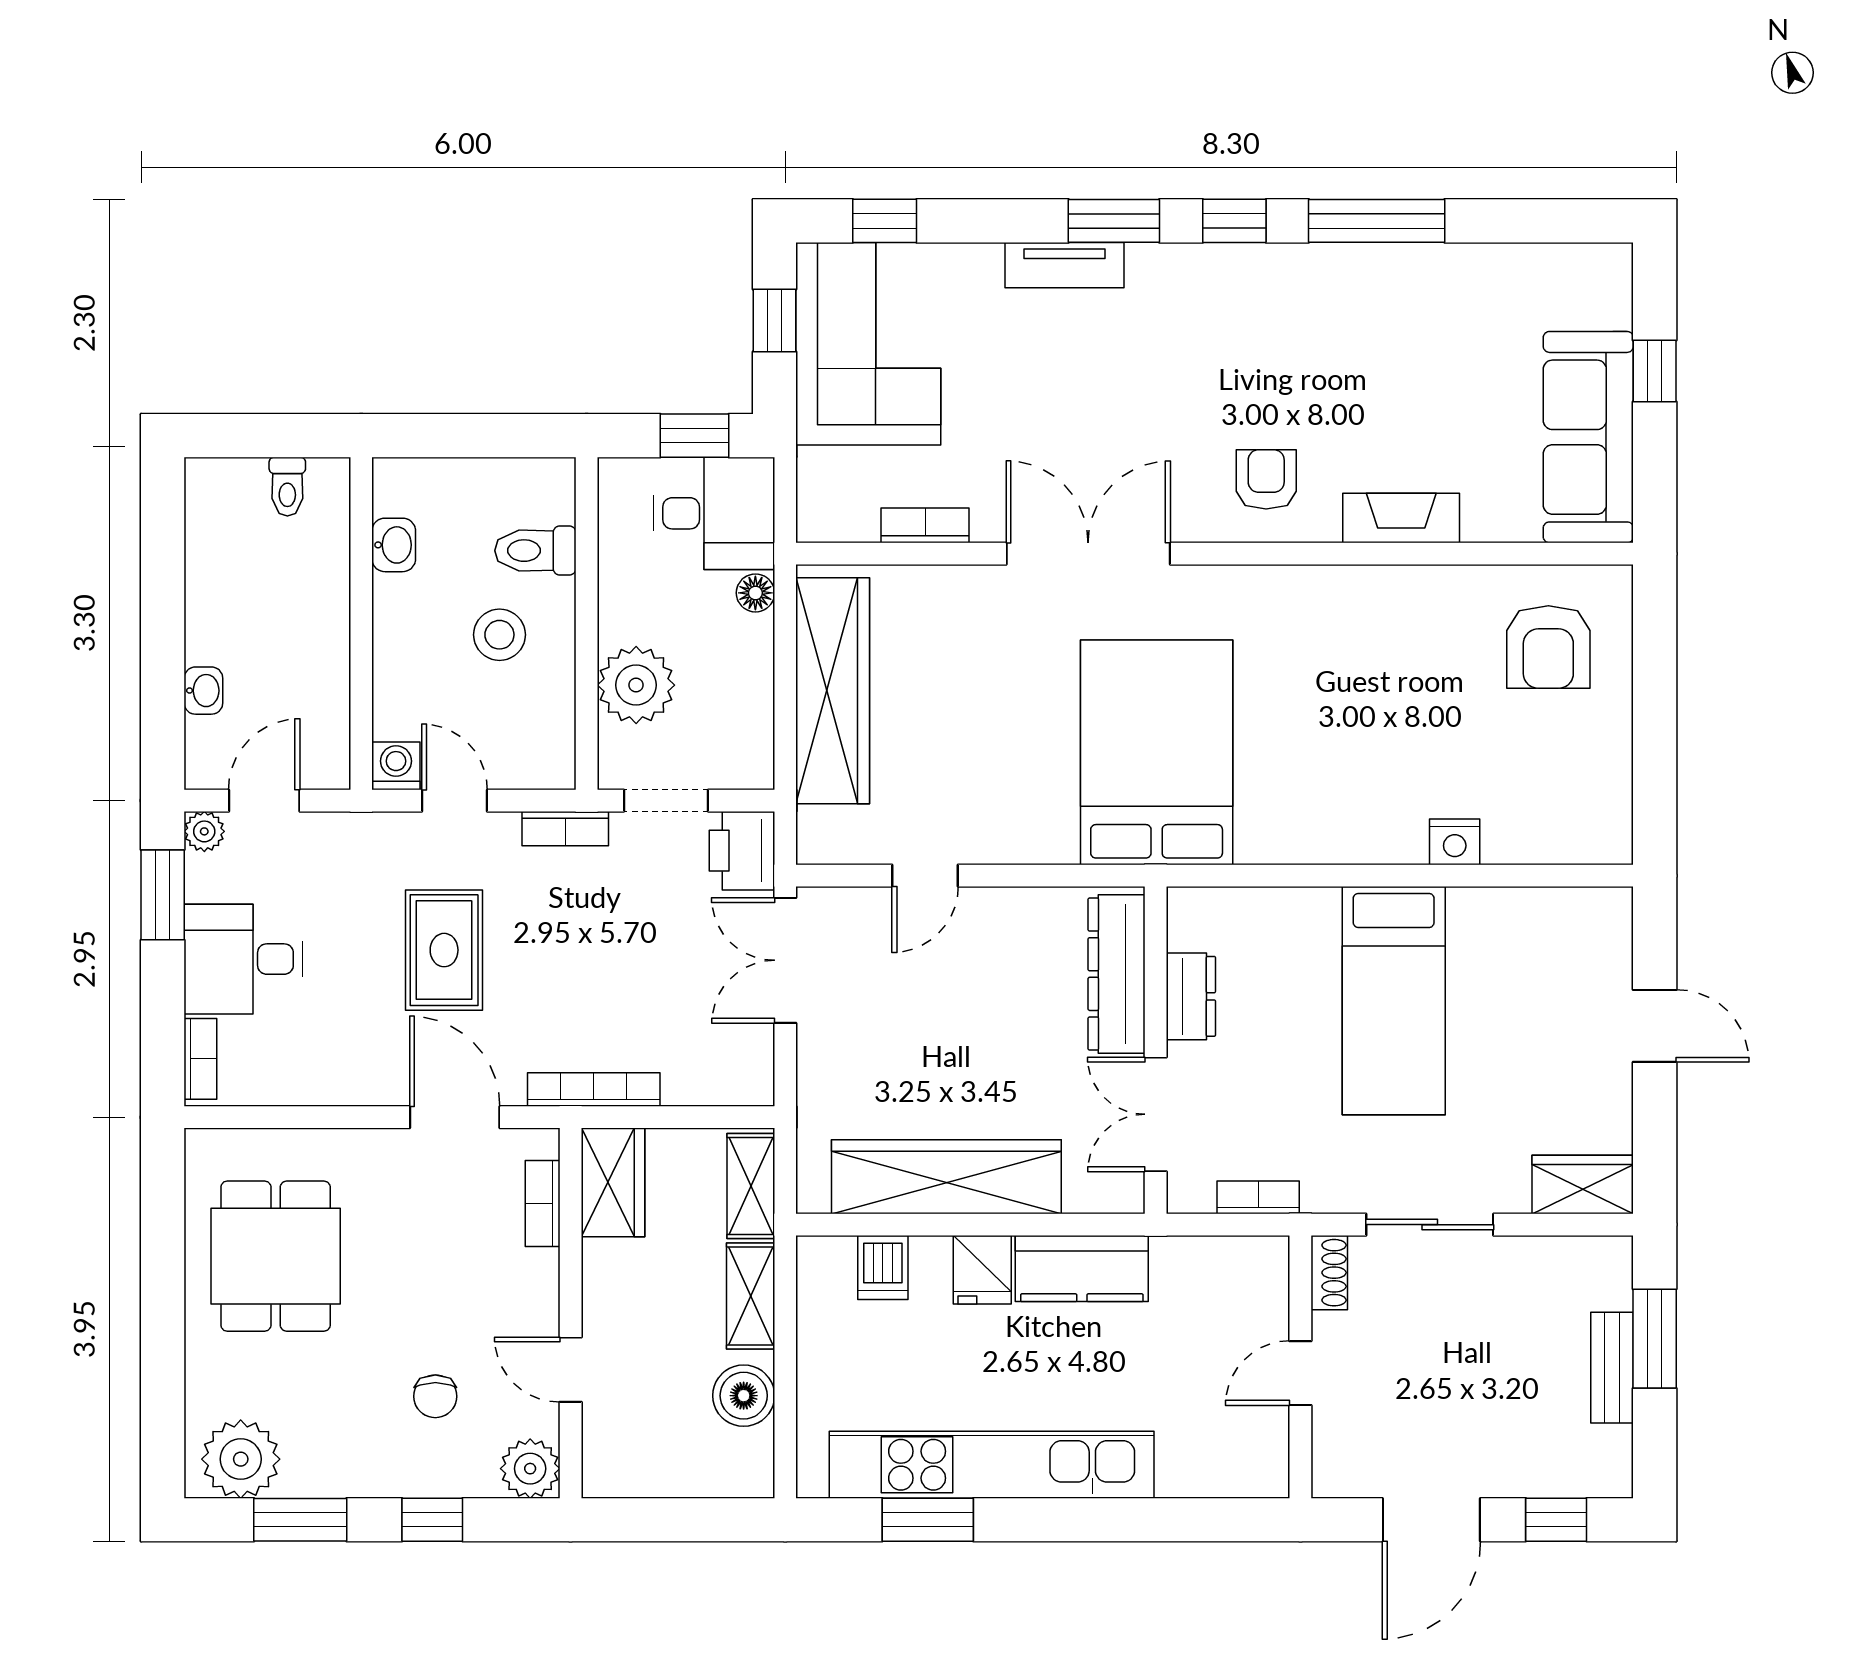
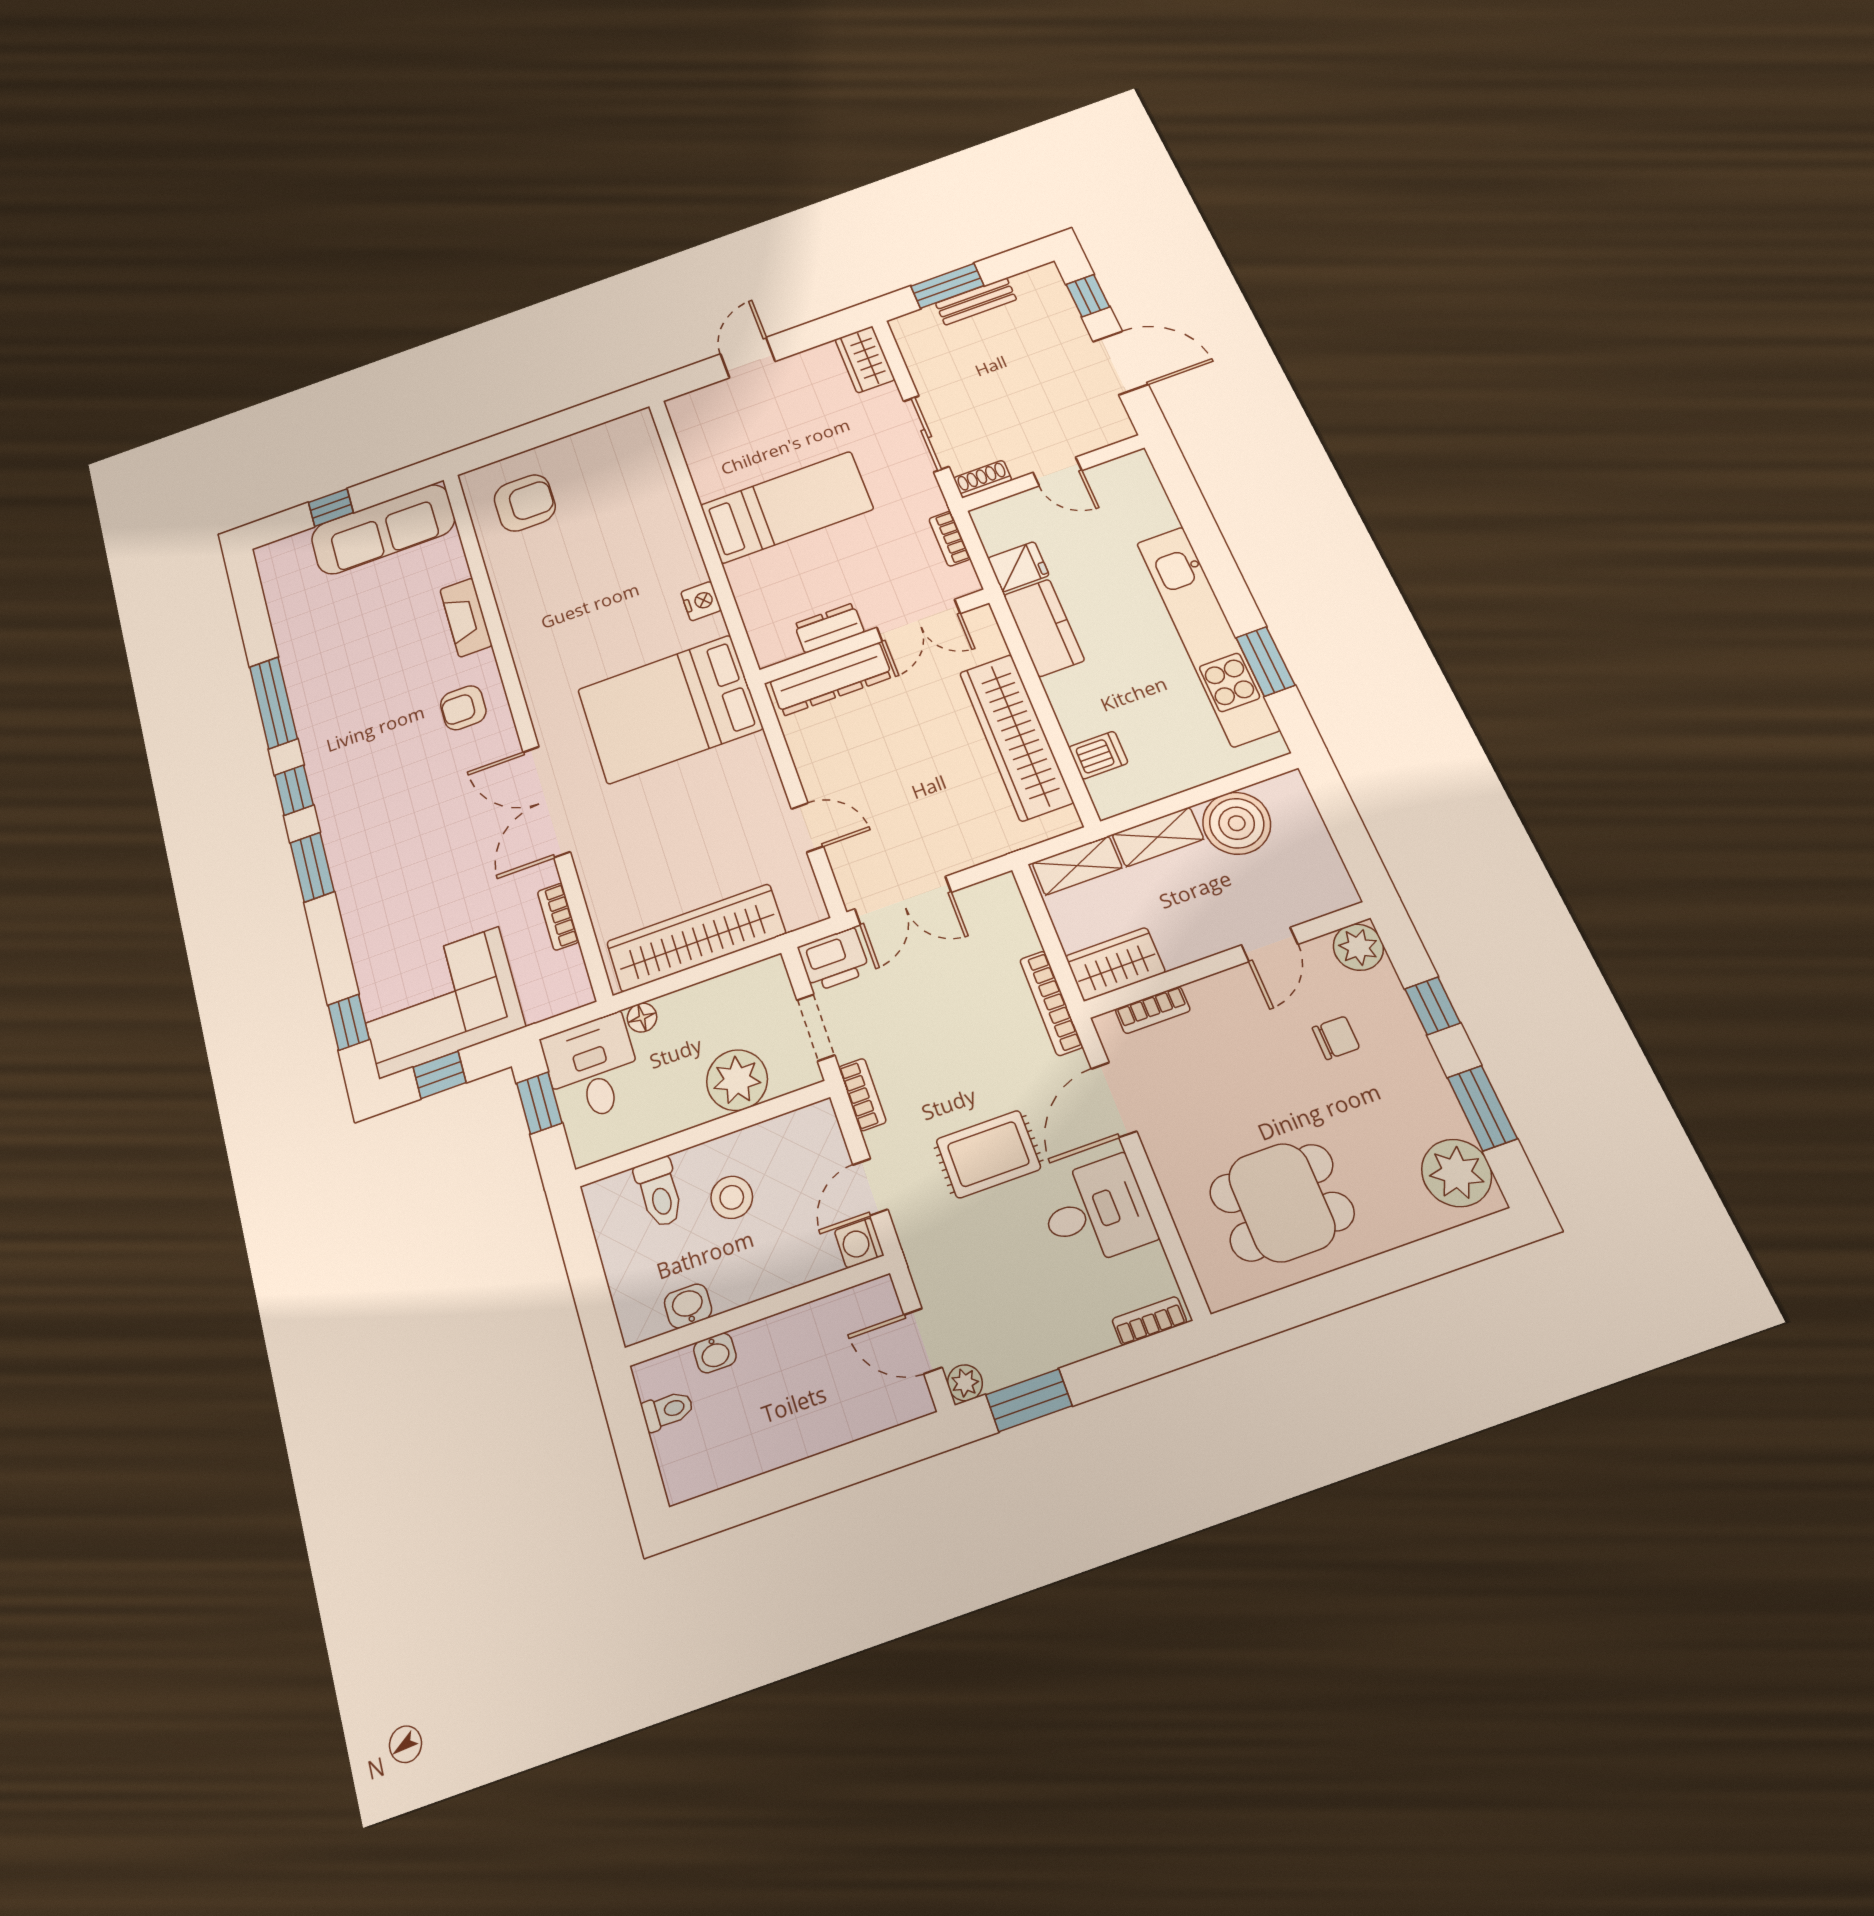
tv unit: (1065, 265) -> (350, 889), removed
washbasin: (203, 691) -> (715, 1353), moved, turned 180
nightstand: (1455, 842) -> (701, 601), moved
desk: (243, 959) -> (1096, 1211), moved, turned -90
fridge: (982, 1270) -> (1018, 567), moved
boiler: (744, 1396) -> (1237, 823), width x1.37, depth x1.37

